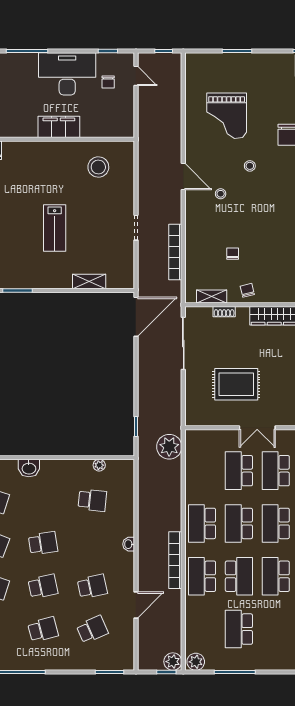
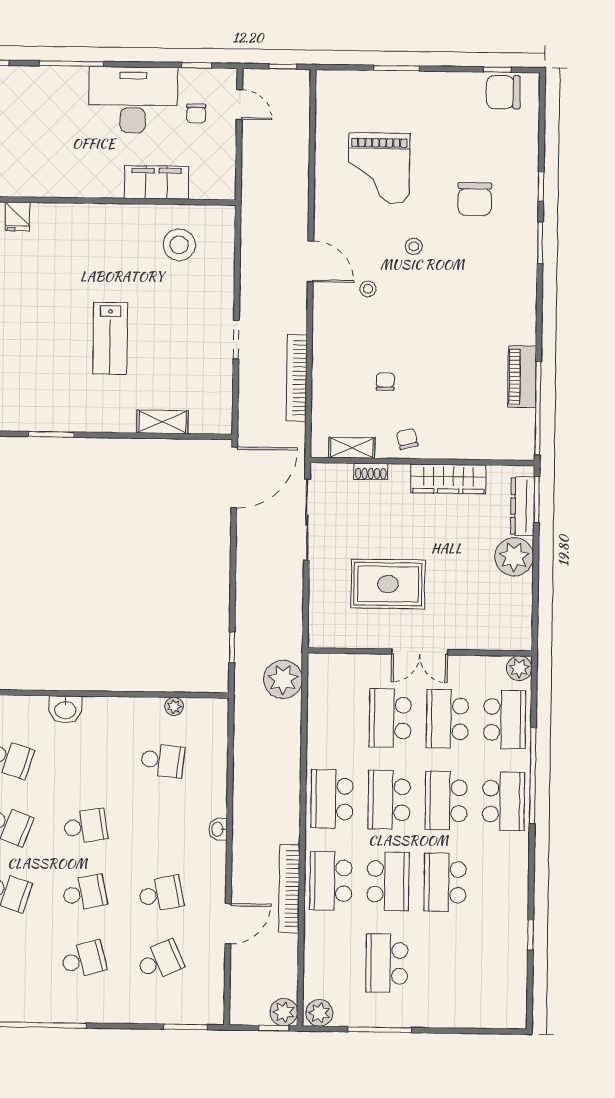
filing cabinet: (59, 127) -> (157, 182), moved
bookcase: (175, 560) -> (289, 889), moved

